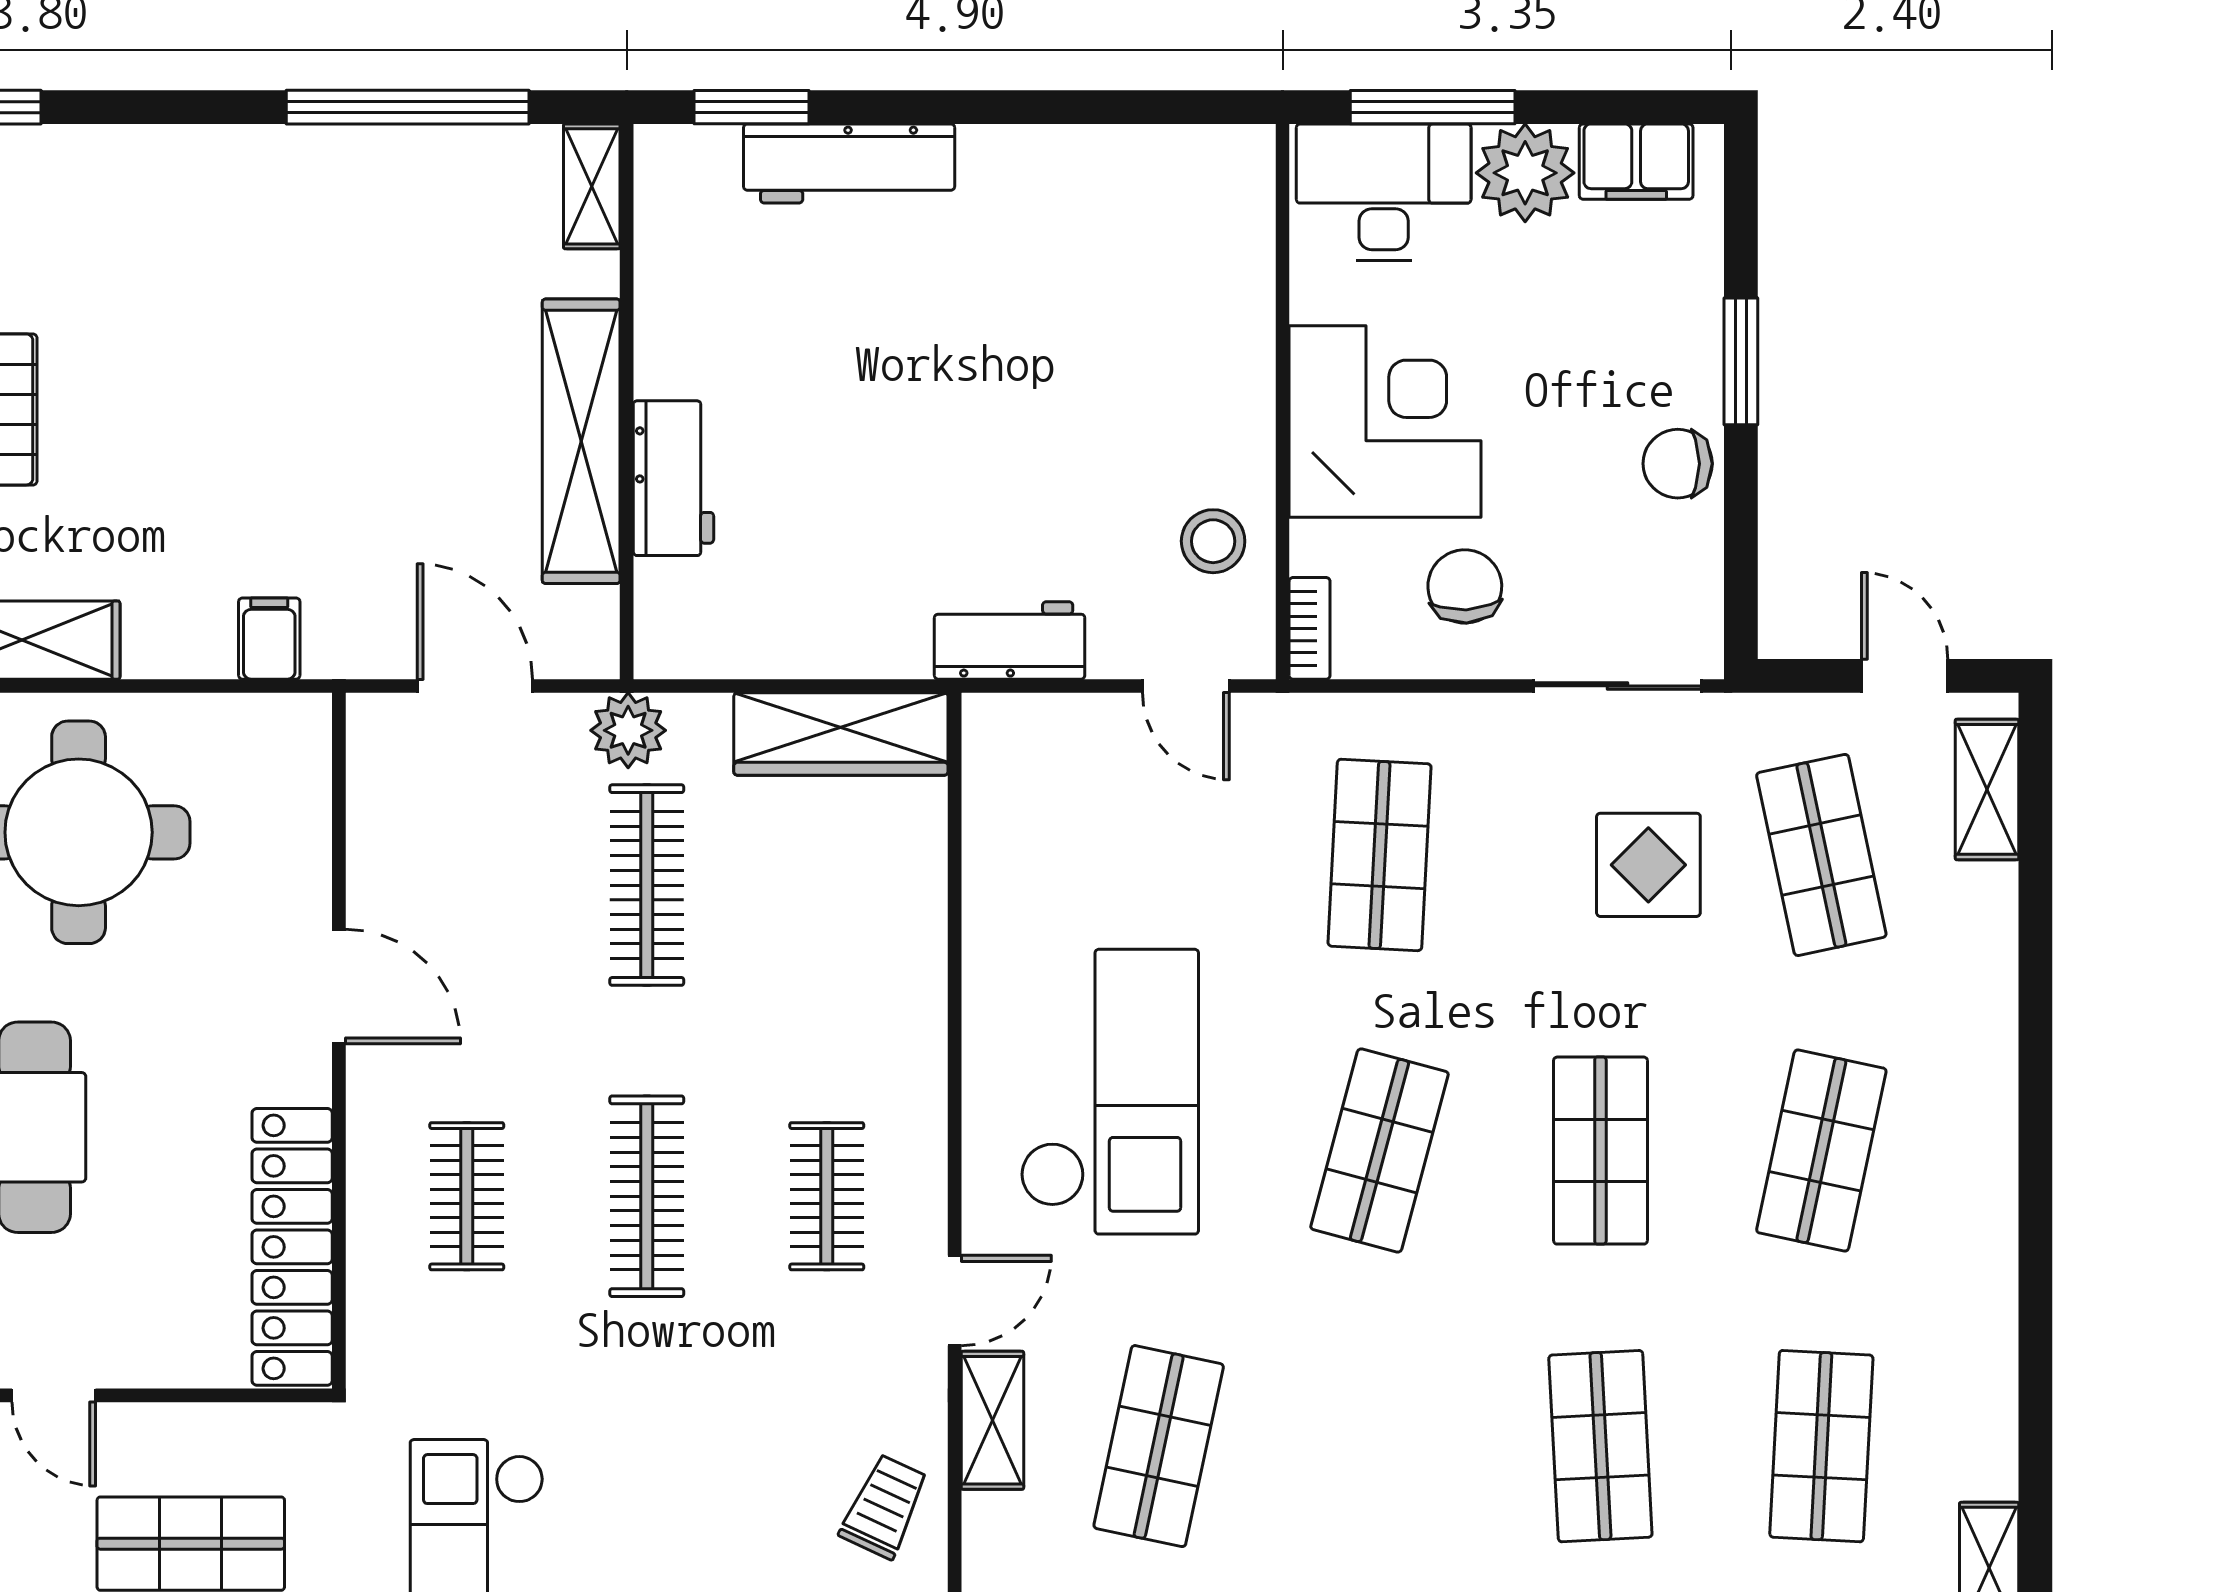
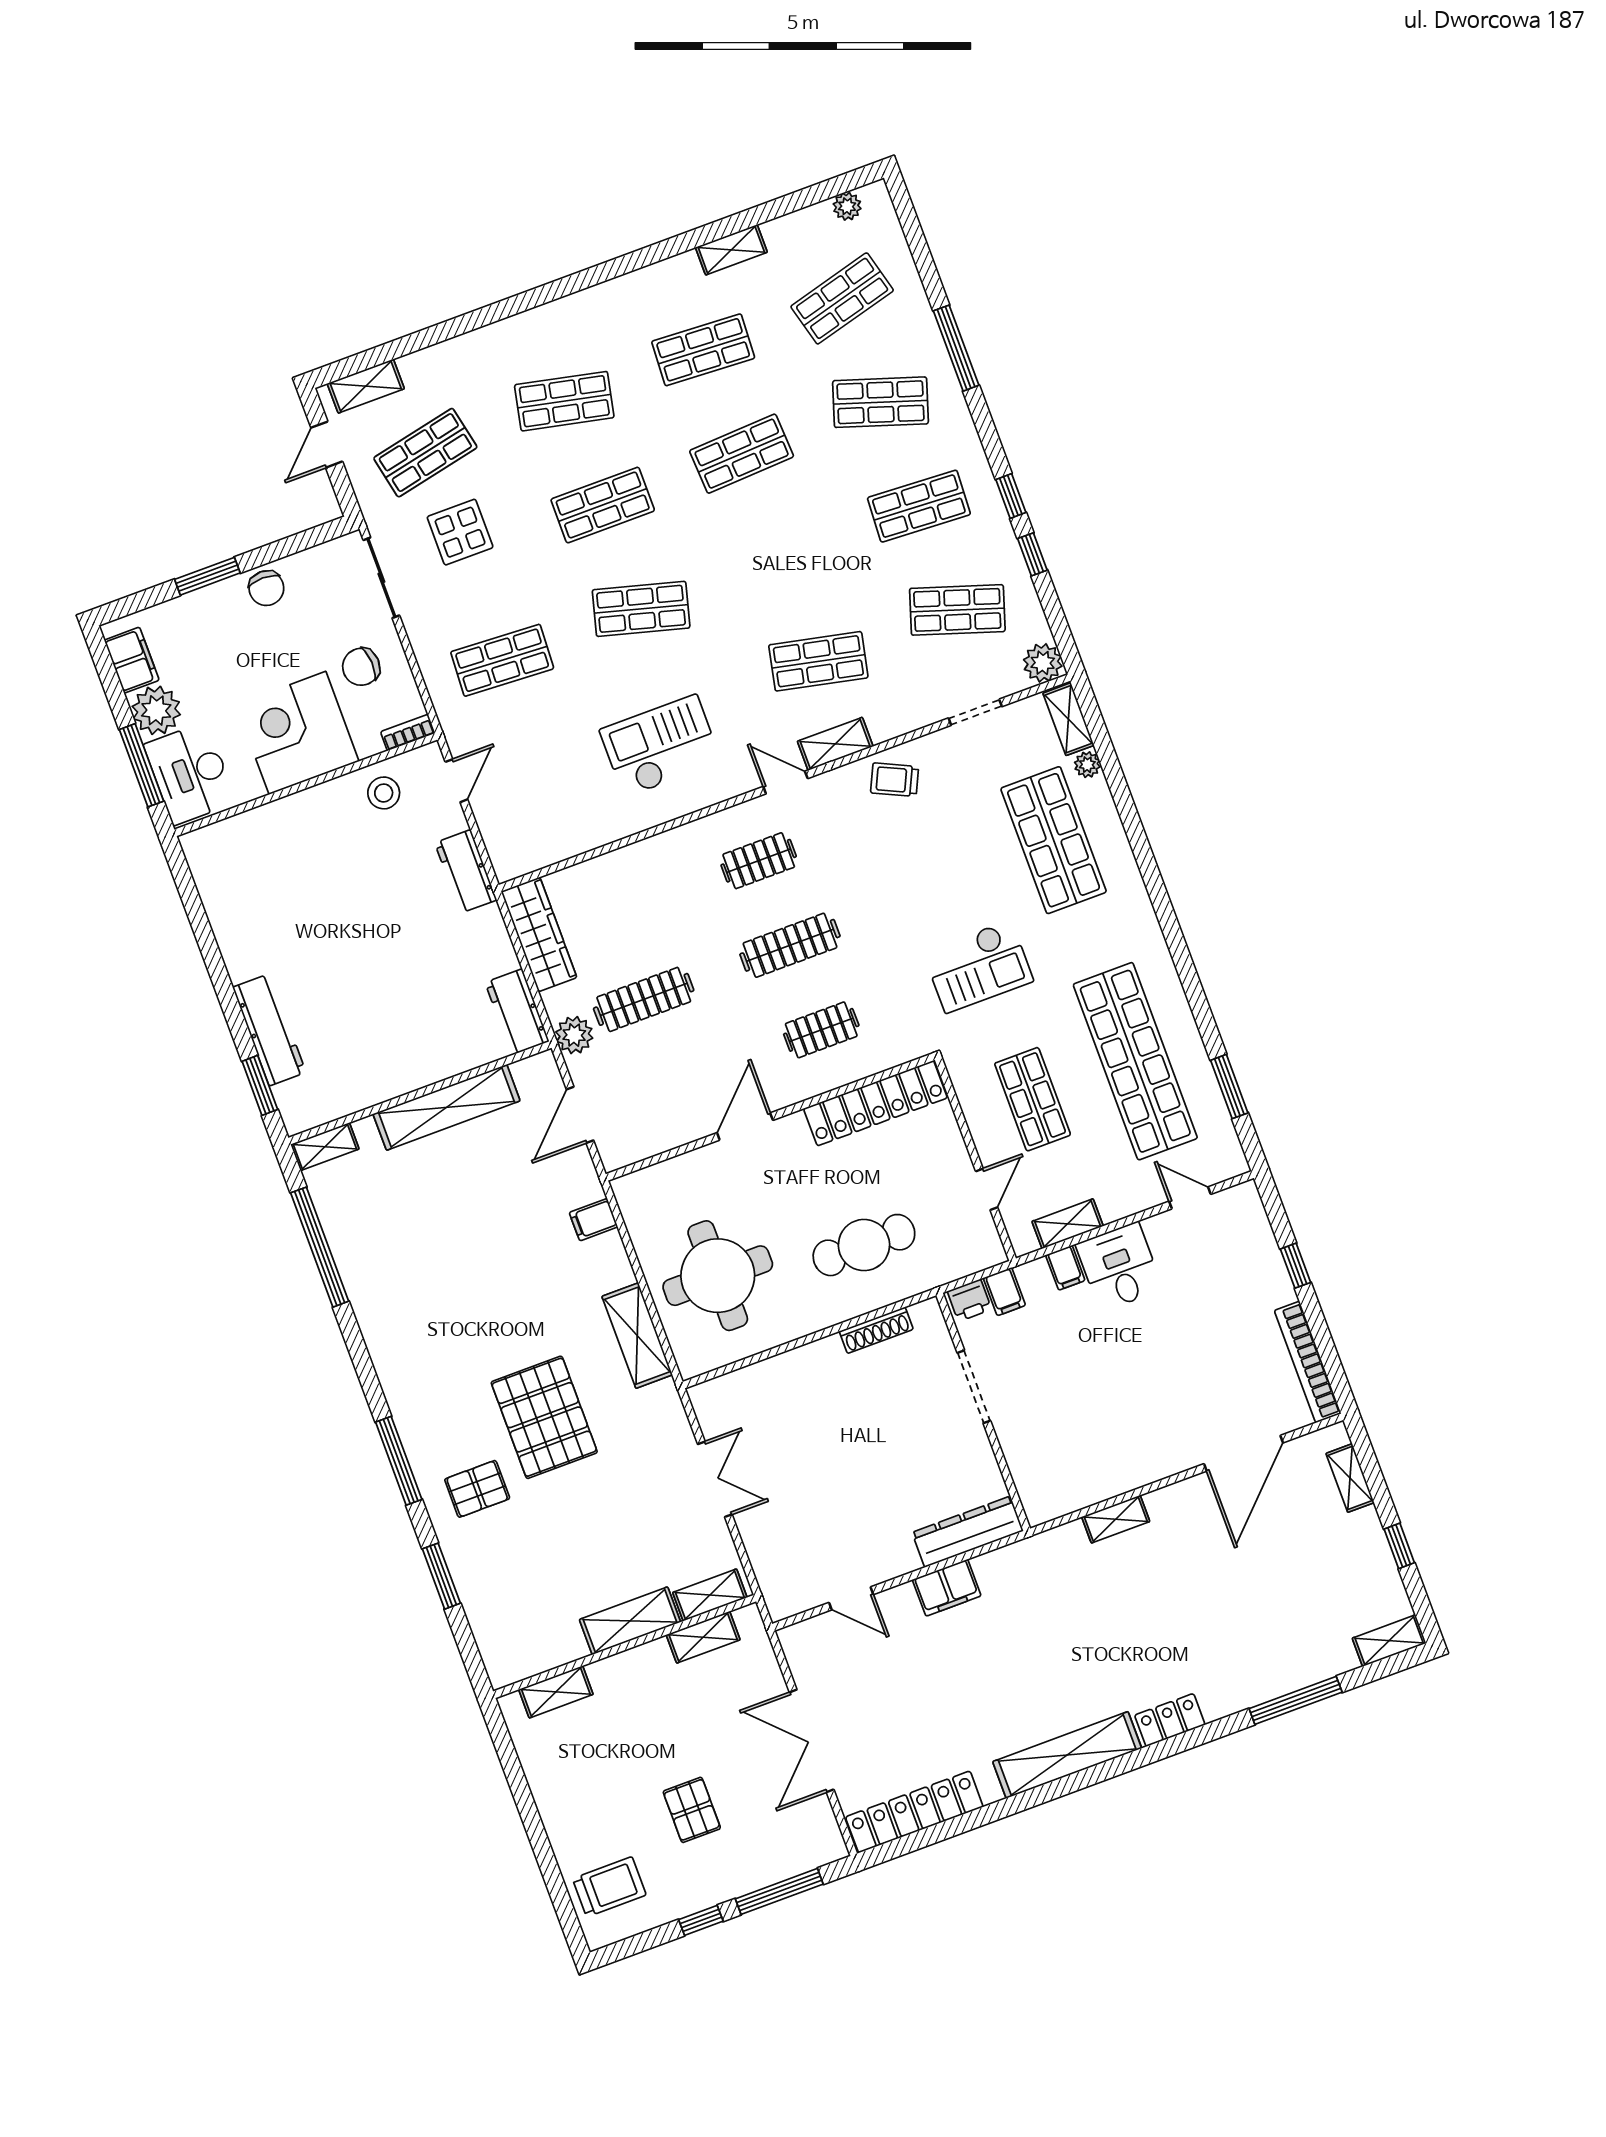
workbench: (673, 478) -> (517, 1012), moved, turned -90
checkout: (1109, 1092) -> (660, 746), width x0.73, depth x0.83

